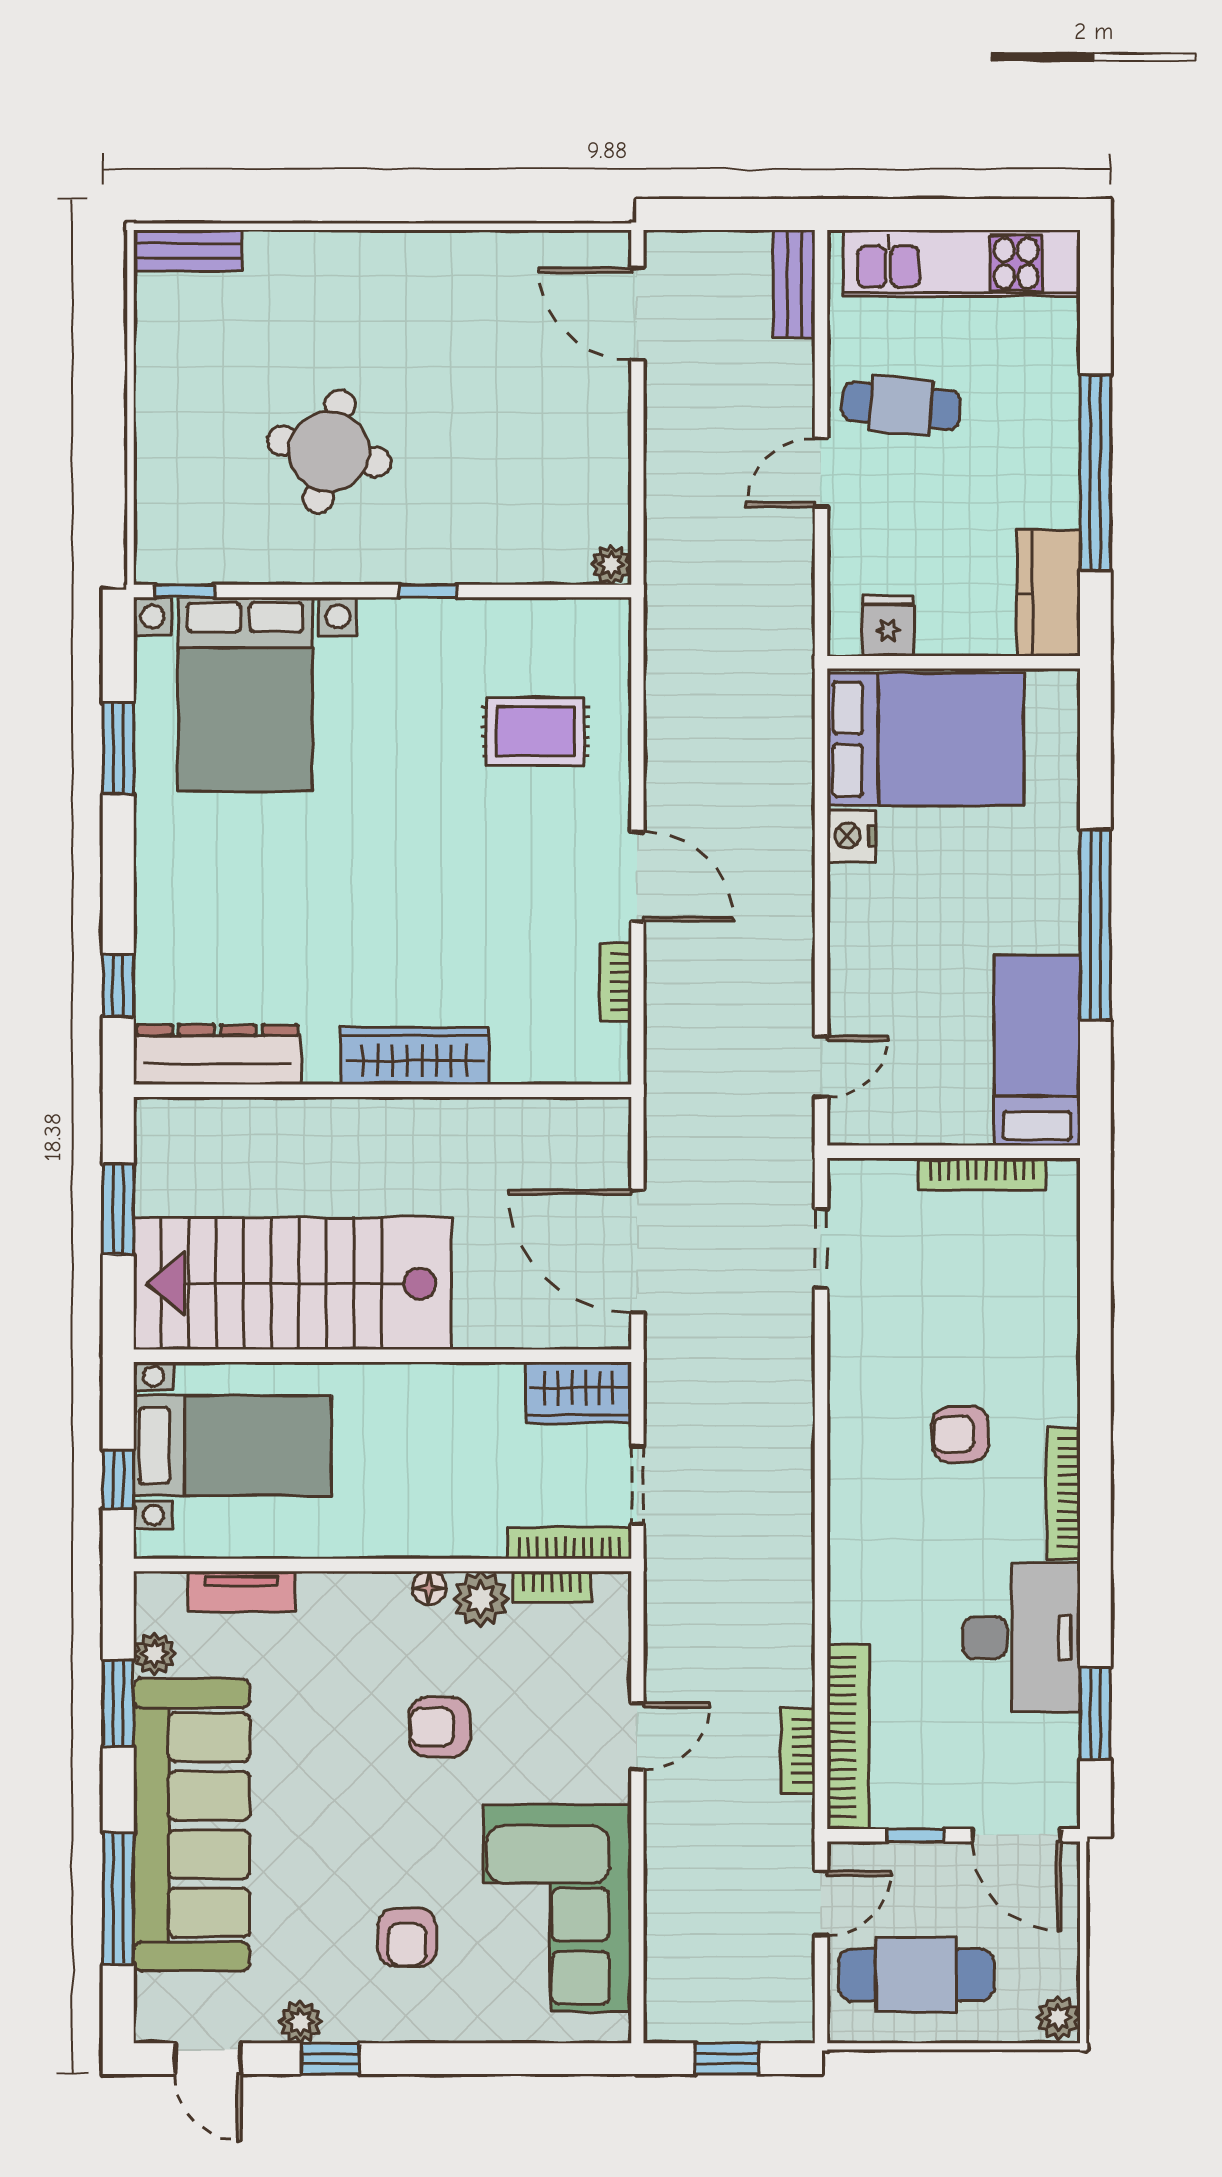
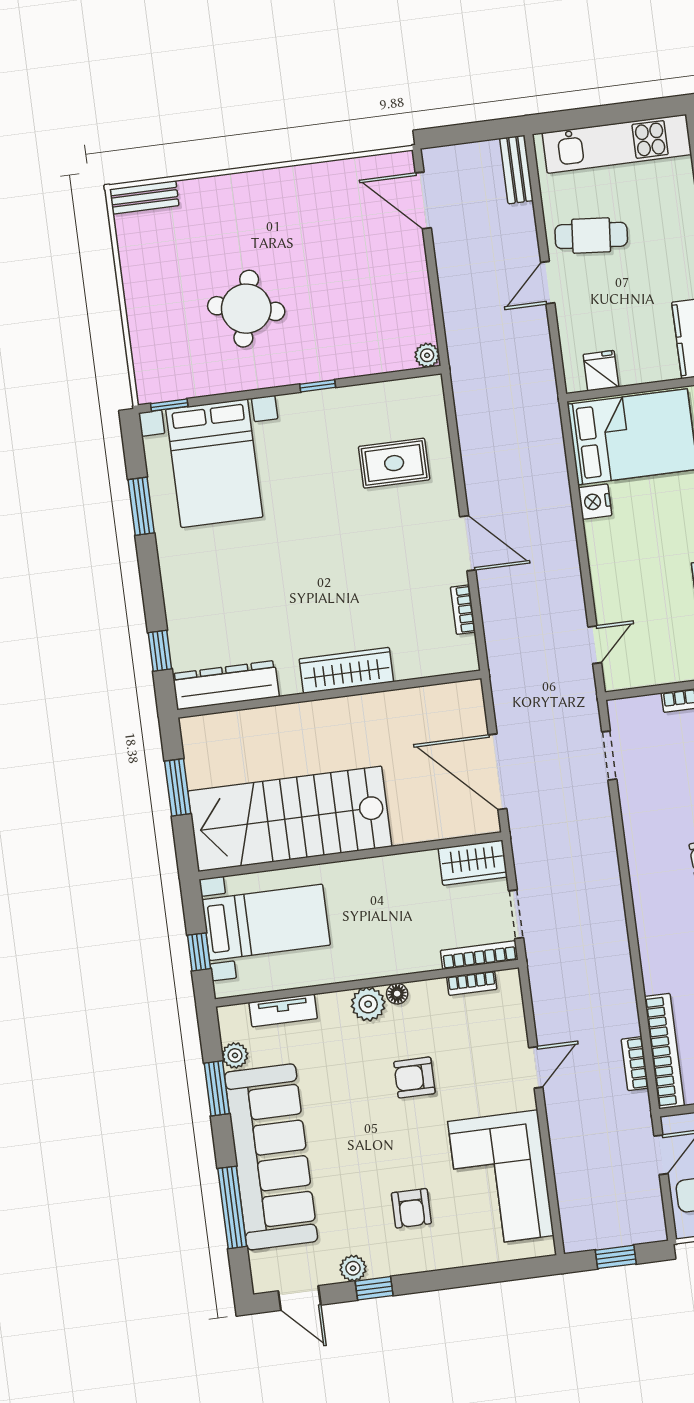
plant: (481, 1599) -> (368, 1004), moved

